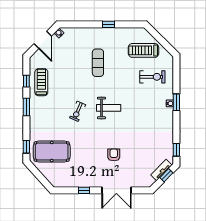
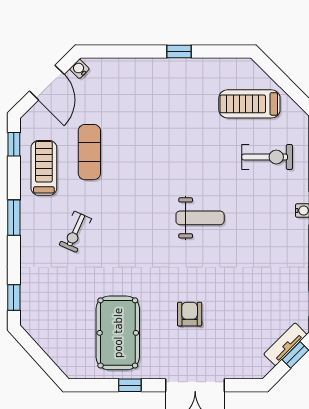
exercise mat: (98, 63) -> (89, 152), moved
window: (26, 81) -> (14, 144), moved
weight bench: (109, 108) -> (200, 218), moved
exercise bike: (78, 111) -> (75, 232), moved
pool table: (52, 152) -> (118, 333), moved, turned 90

